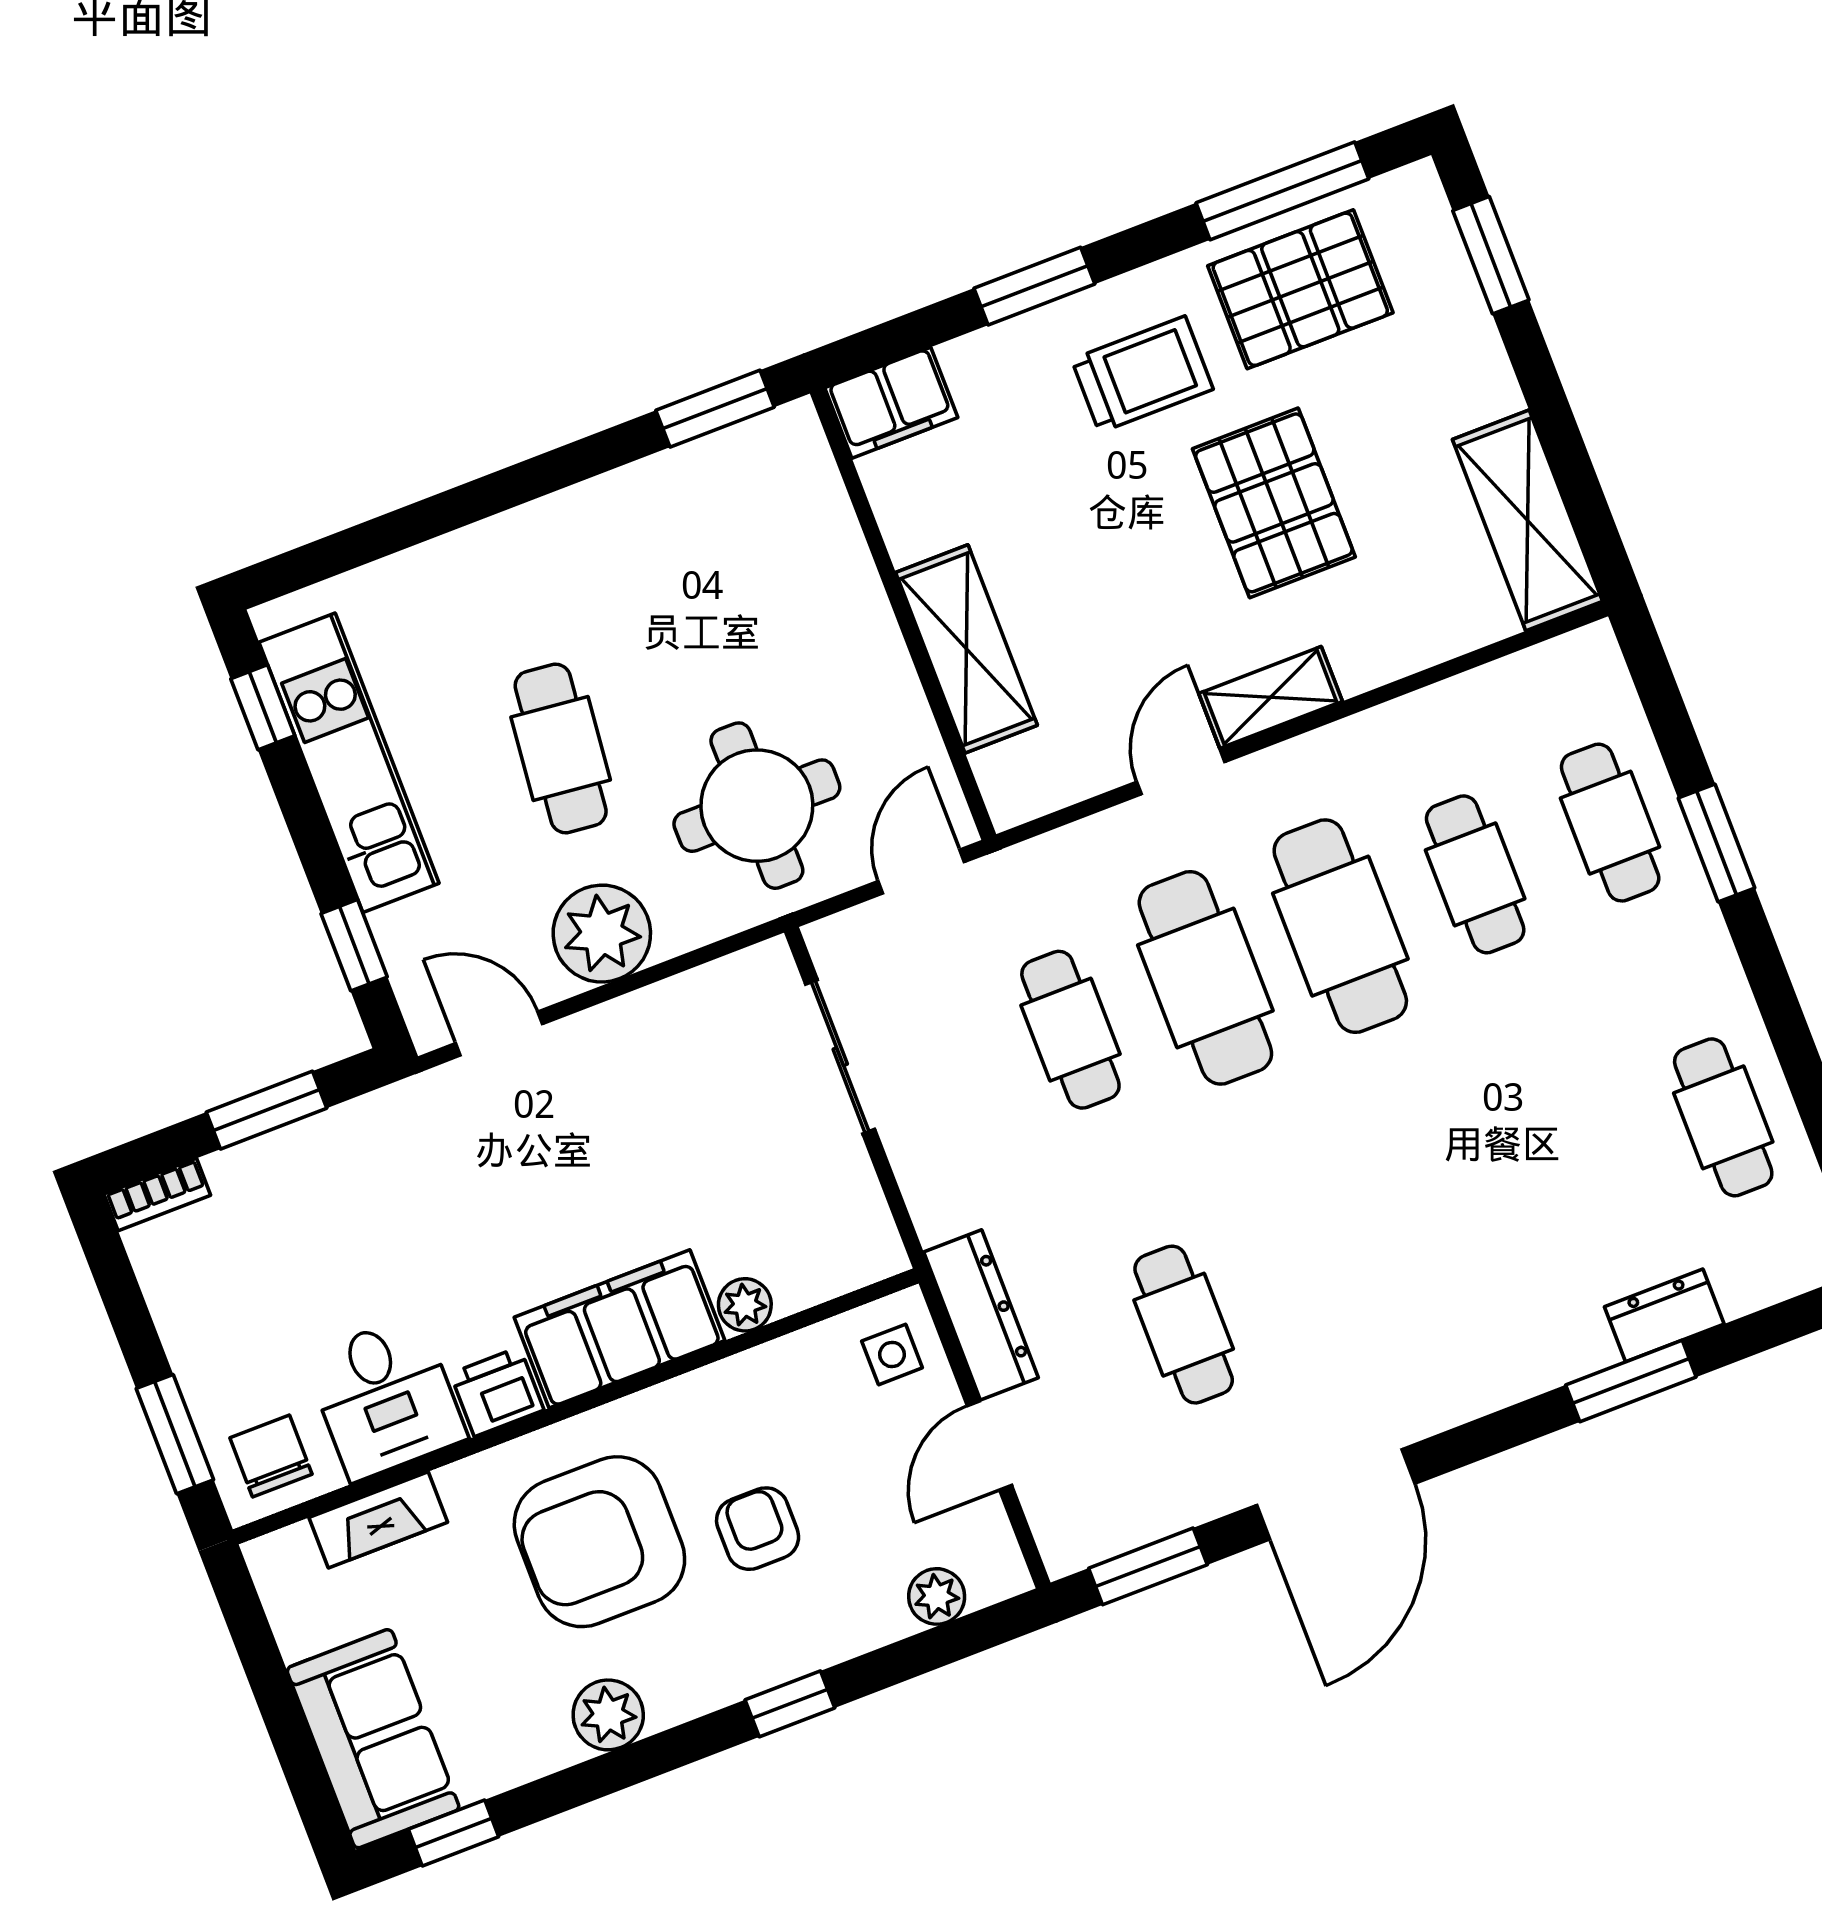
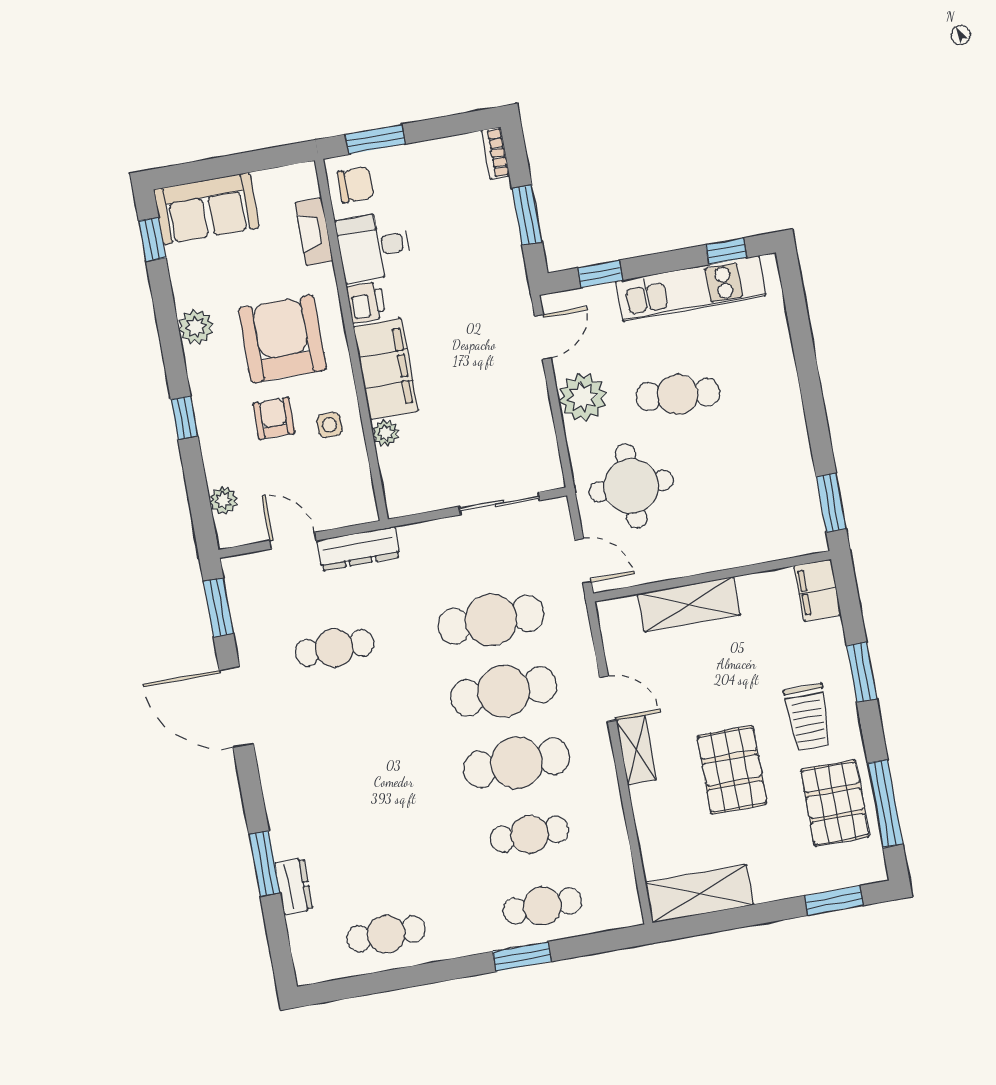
pallet: (1274, 503) -> (732, 770), turned 90
cafe table: (1070, 1030) -> (491, 620), width x1.37, depth x1.35
side table: (892, 1354) -> (330, 425), moved
armchair: (758, 1529) -> (274, 418), turned -90

